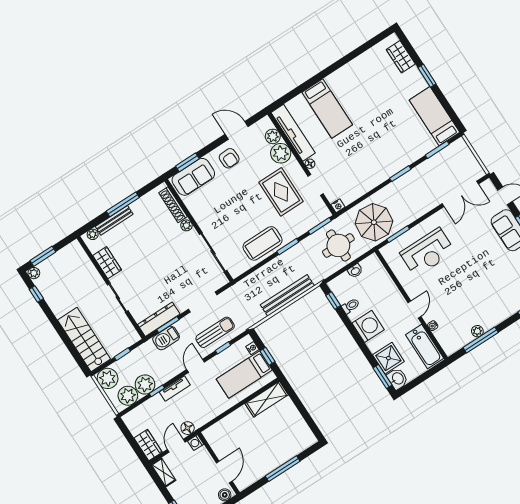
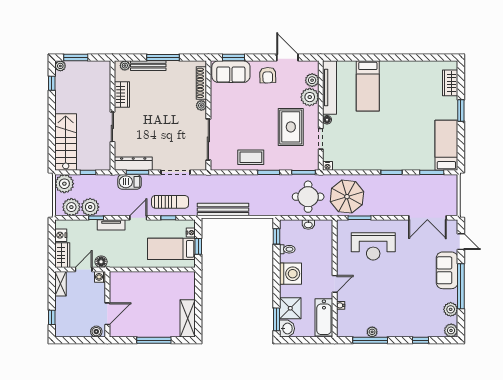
coffee table: (263, 243) -> (251, 157), width x0.73, depth x0.76
bench: (287, 295) -> (223, 210), moved
shelving: (267, 399) -> (188, 318), moved, turned 90
nightstand: (135, 428) -> (61, 235), added

